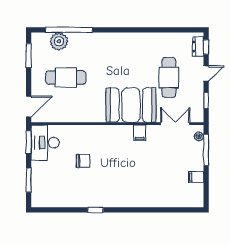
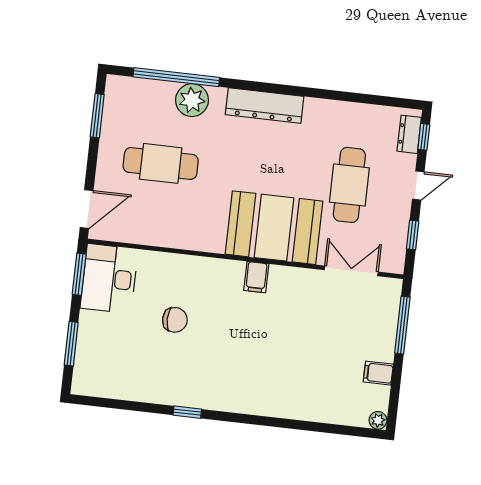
dresser: (118, 40) -> (265, 105), added
plant: (59, 41) -> (192, 100), moved
filing cabinet: (140, 133) -> (256, 277), moved
plant: (199, 136) -> (378, 420), moved

